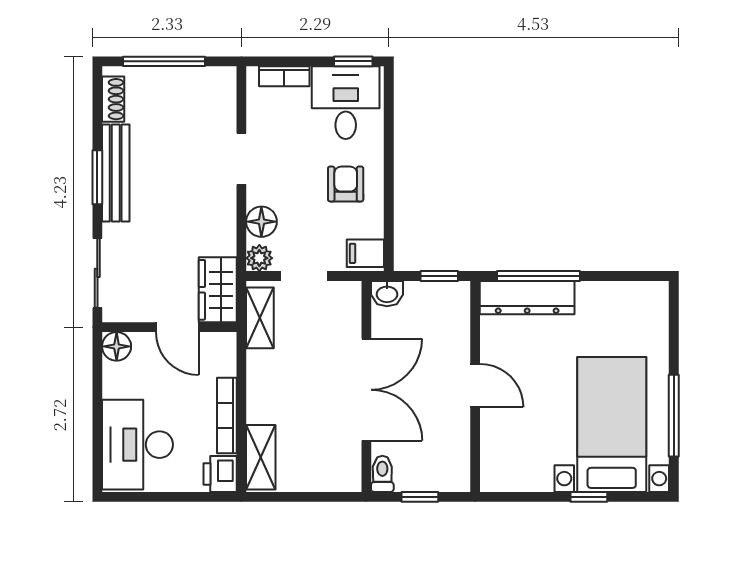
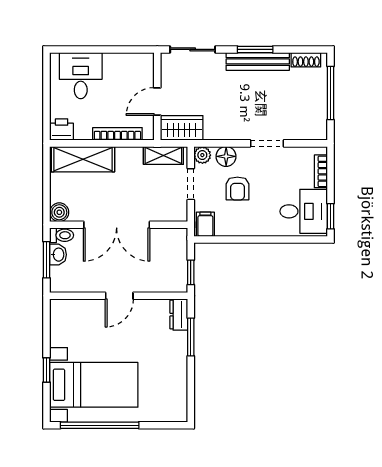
armchair: (346, 184) -> (237, 188), moved, turned 90
window: (538, 276) -> (191, 337), width x0.69
washbasin: (387, 294) -> (58, 255), moved, turned 180
dresser: (527, 298) -> (179, 315), width x0.51, depth x0.80
floor lamp: (117, 346) -> (145, 62), removed
bookcase: (227, 415) -> (117, 134), moved
window: (674, 416) -> (100, 425), width x1.46
desk: (138, 445) -> (81, 76), width x0.73
shelving: (261, 457) -> (83, 159), width x1.50, depth x1.33
boiler: (347, 477) -> (59, 212), added
window: (420, 497) -> (47, 260), width x1.50

